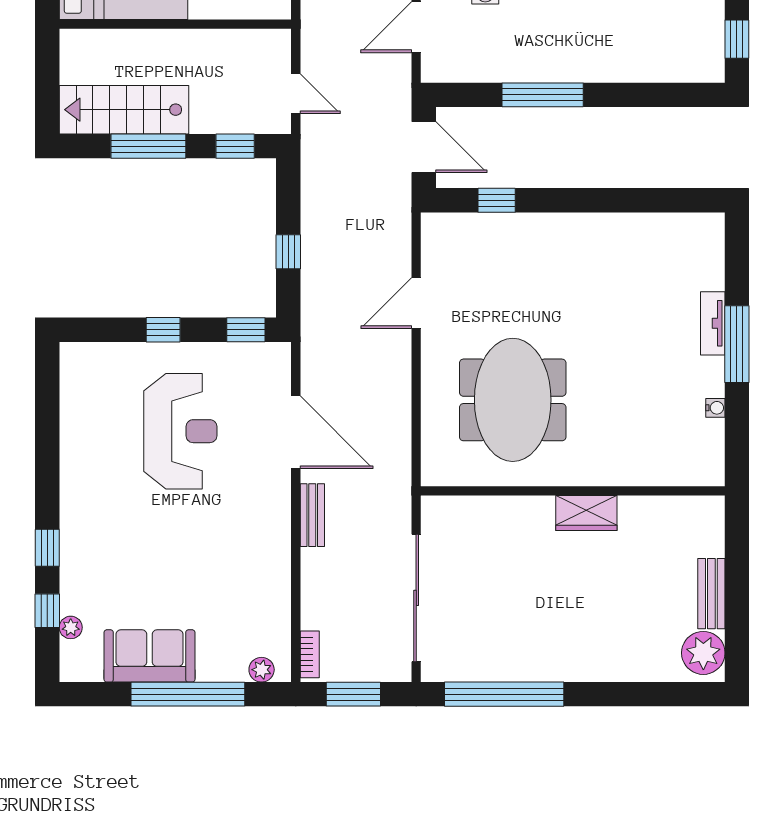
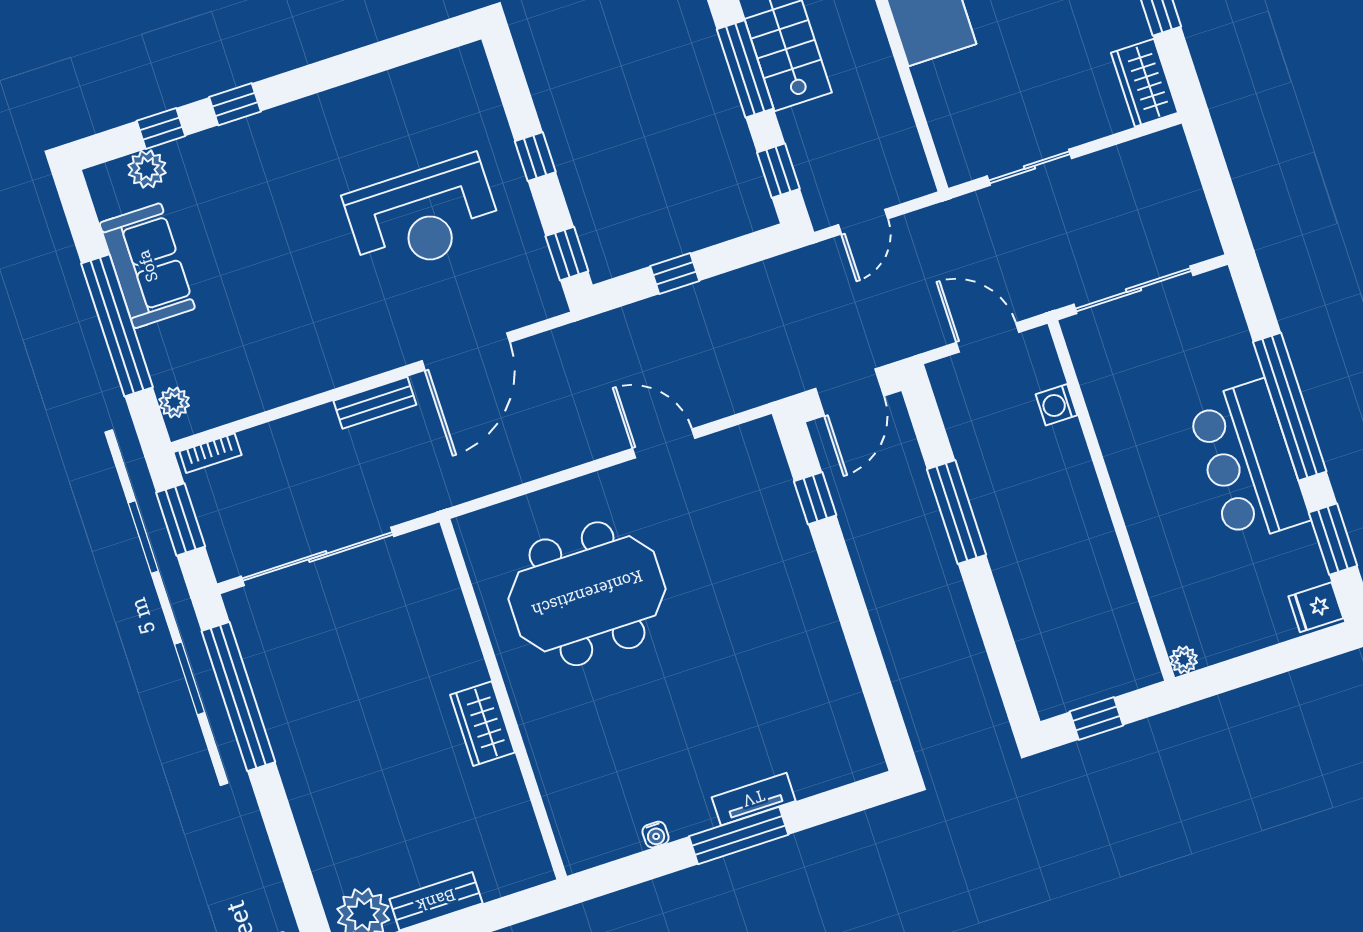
plant: (71, 627) -> (147, 169), width x1.38, depth x1.38

